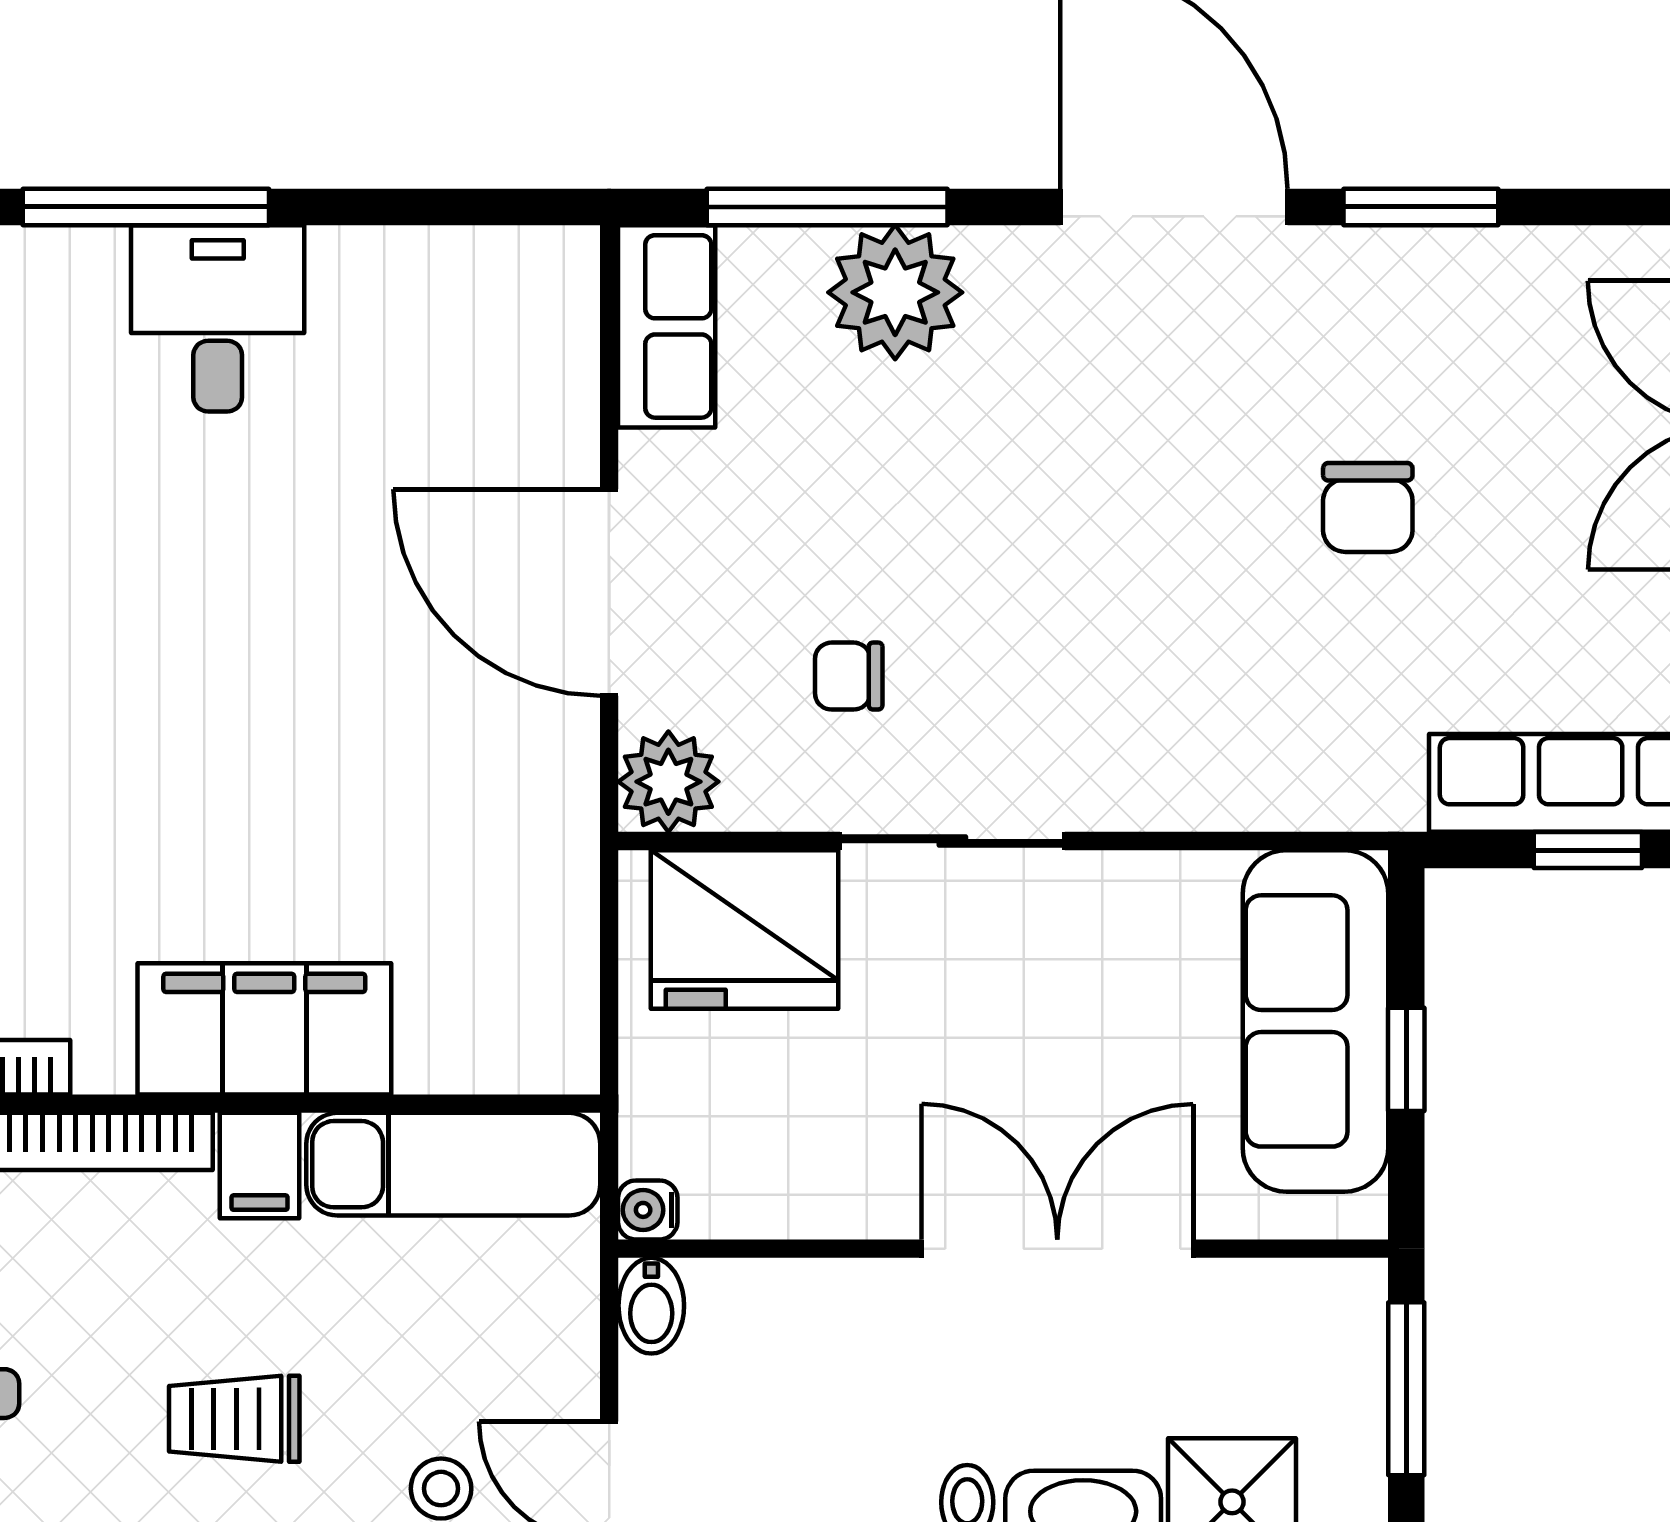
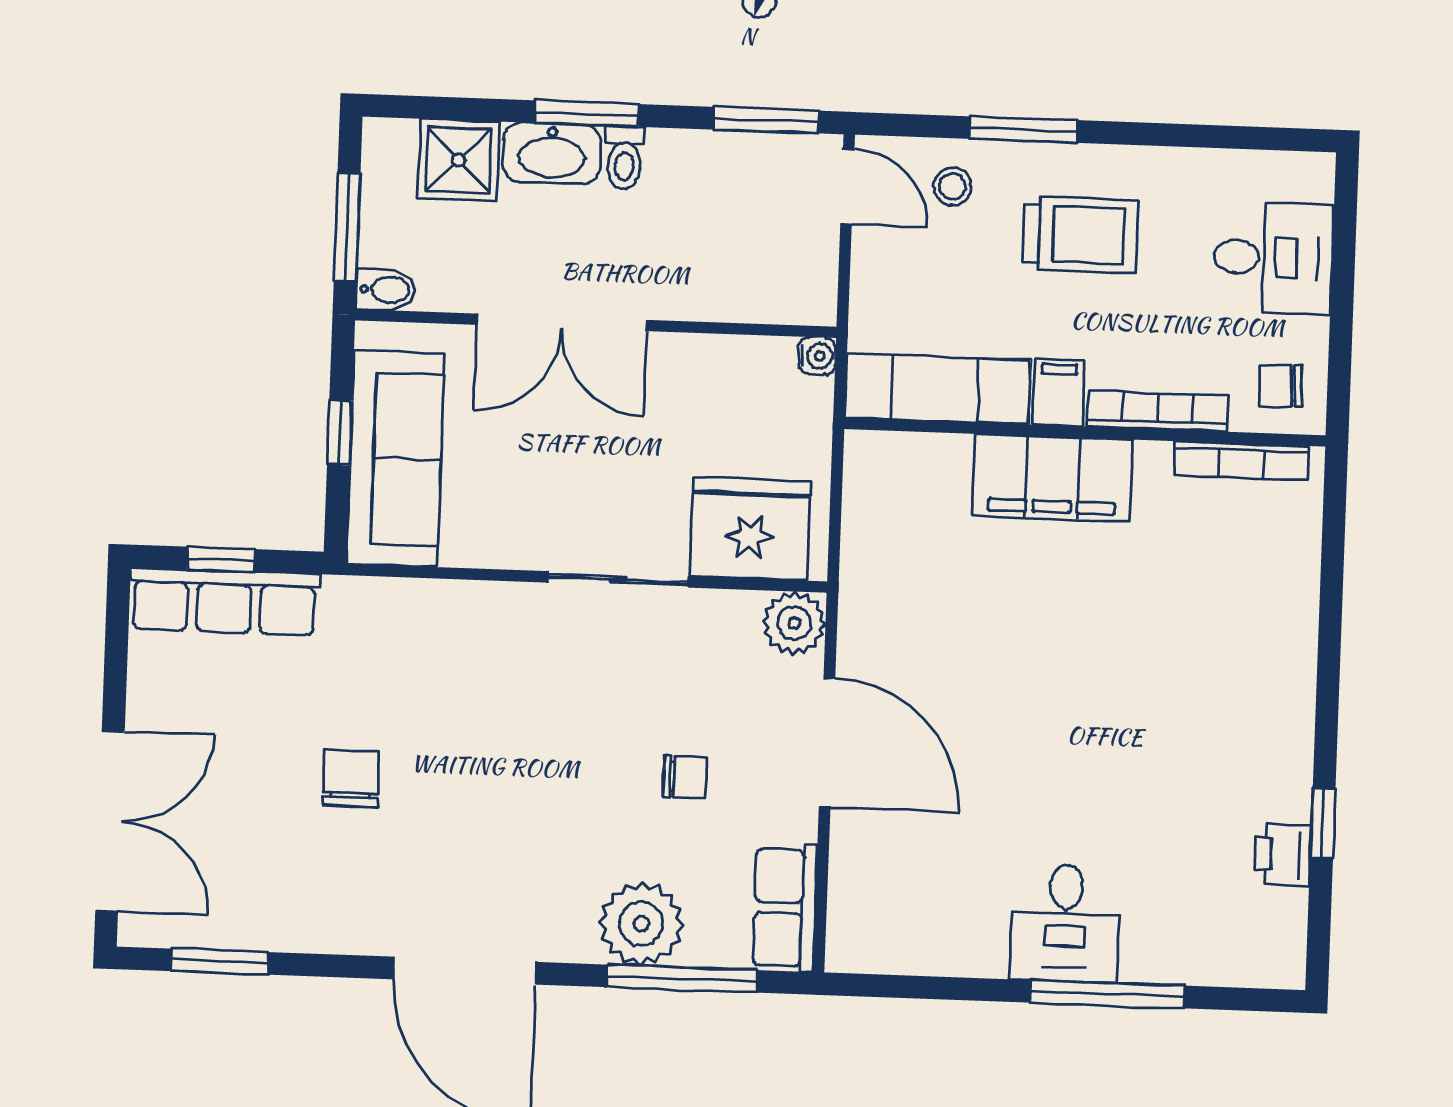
window: (1421, 207) -> (219, 962), moved
chair: (849, 676) -> (685, 777), moved
bidet: (651, 1306) -> (386, 290), moved, turned 90
trolley: (234, 1419) -> (1080, 235), width x1.36, depth x1.39

